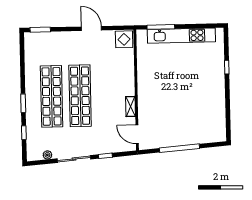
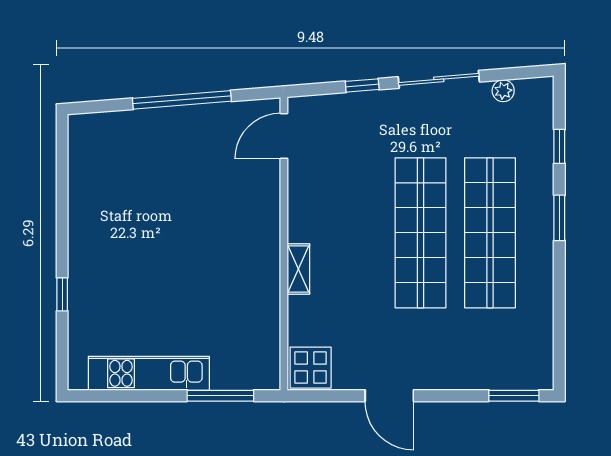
kitchen unit: (181, 36) -> (149, 373), width x0.73
shelving: (131, 107) -> (298, 269), moved
door: (137, 134) -> (284, 136), swing flipped

